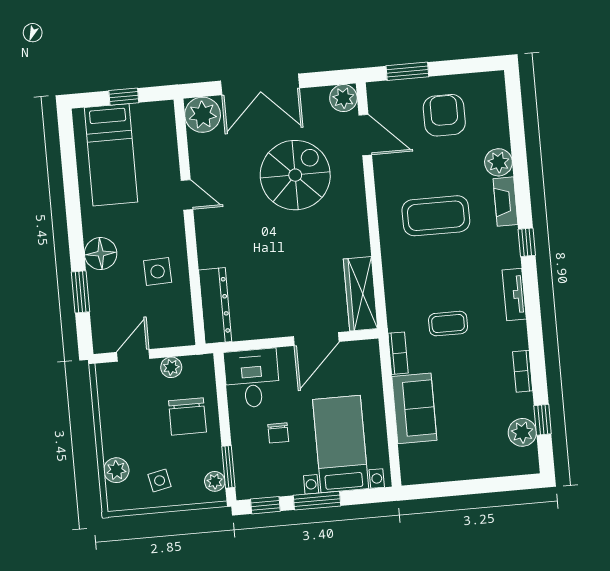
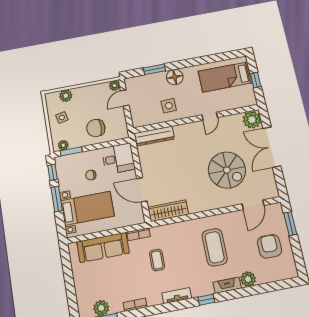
plant: (343, 98) -> (271, 191), removed
armchair: (444, 115) -> (270, 246), turned -90
door: (133, 355) -> (125, 98), swing flipped
plant: (171, 367) -> (114, 86), moved
sofa: (414, 408) -> (103, 247), width x1.36

